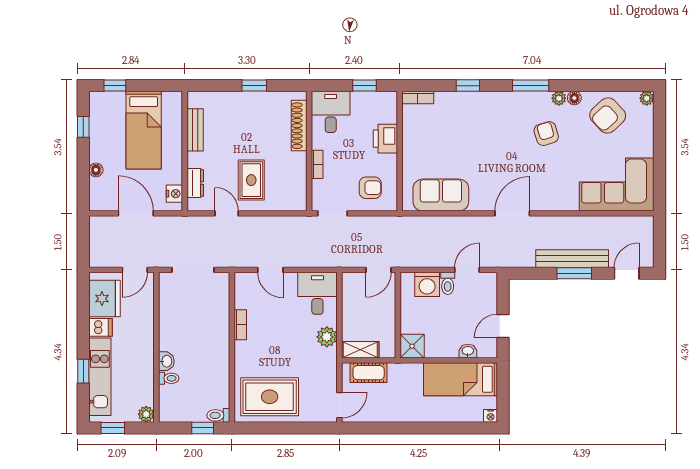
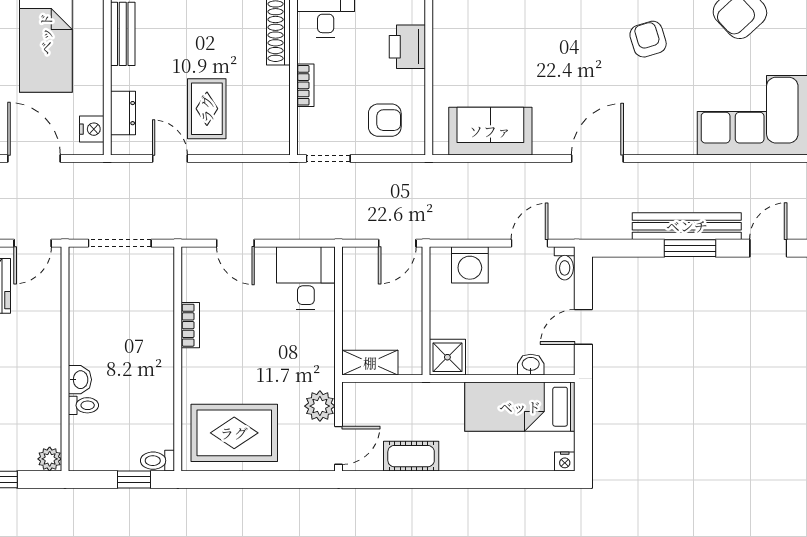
toilet: (448, 283) -> (565, 263), moved
plant: (327, 337) -> (320, 406), moved
cot: (369, 373) -> (411, 456), moved

